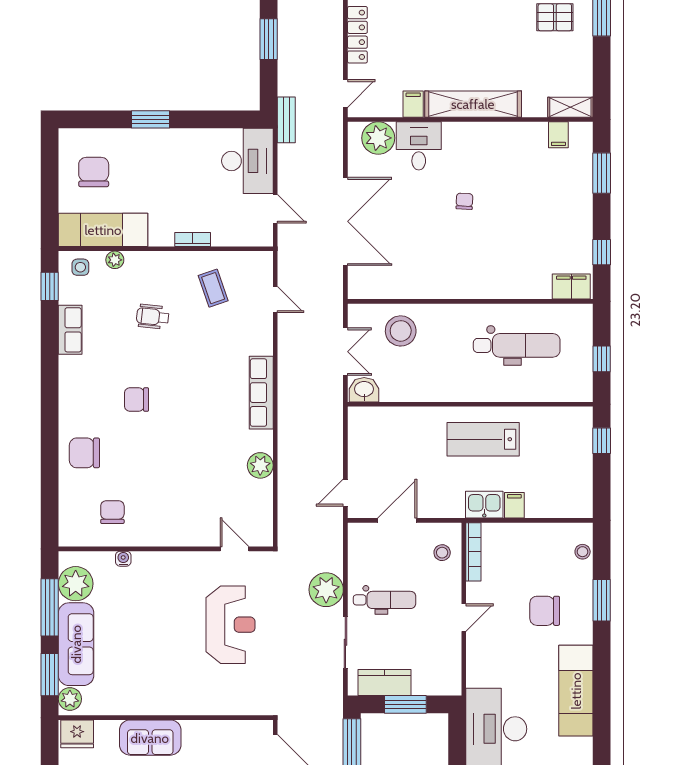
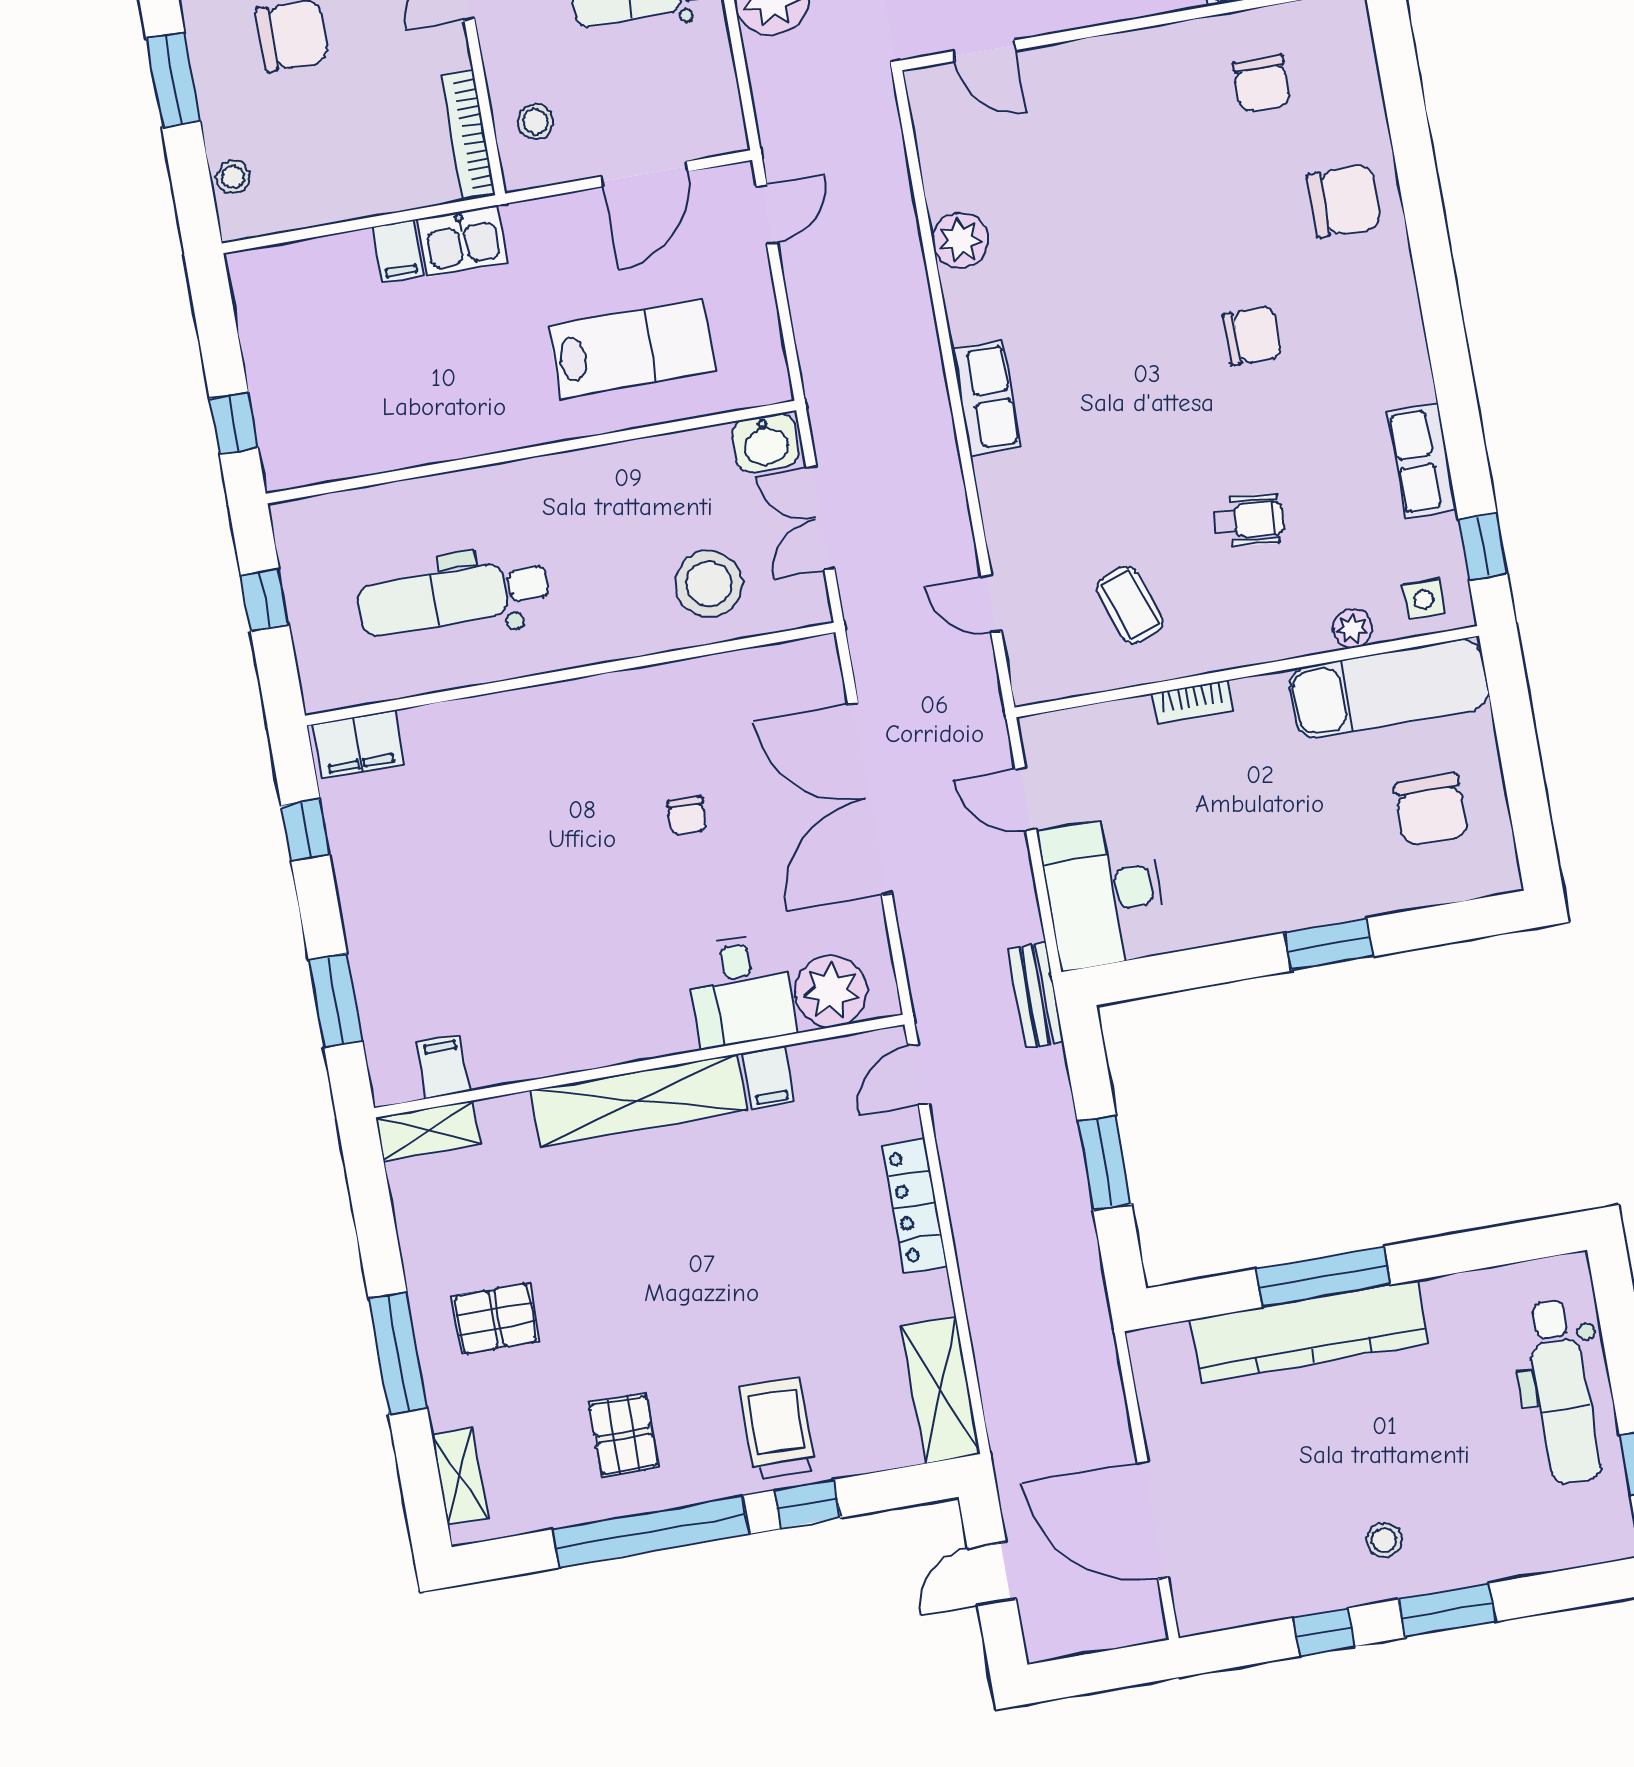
chair: (464, 201) -> (687, 816), moved
row of seats: (261, 393) -> (986, 398), width x0.68
lab bench: (483, 439) -> (632, 349), moved

